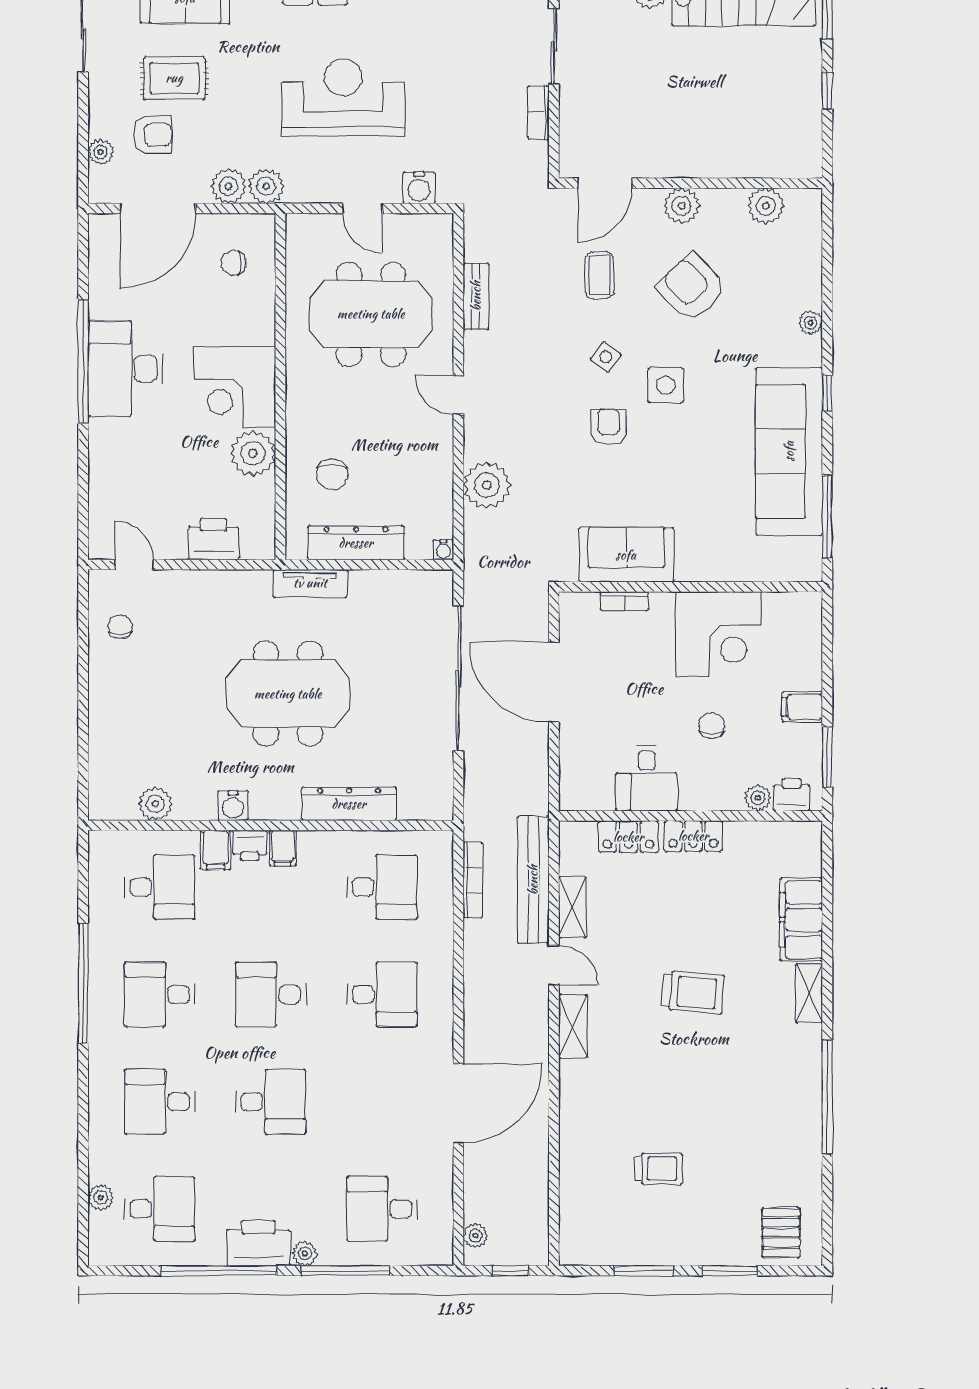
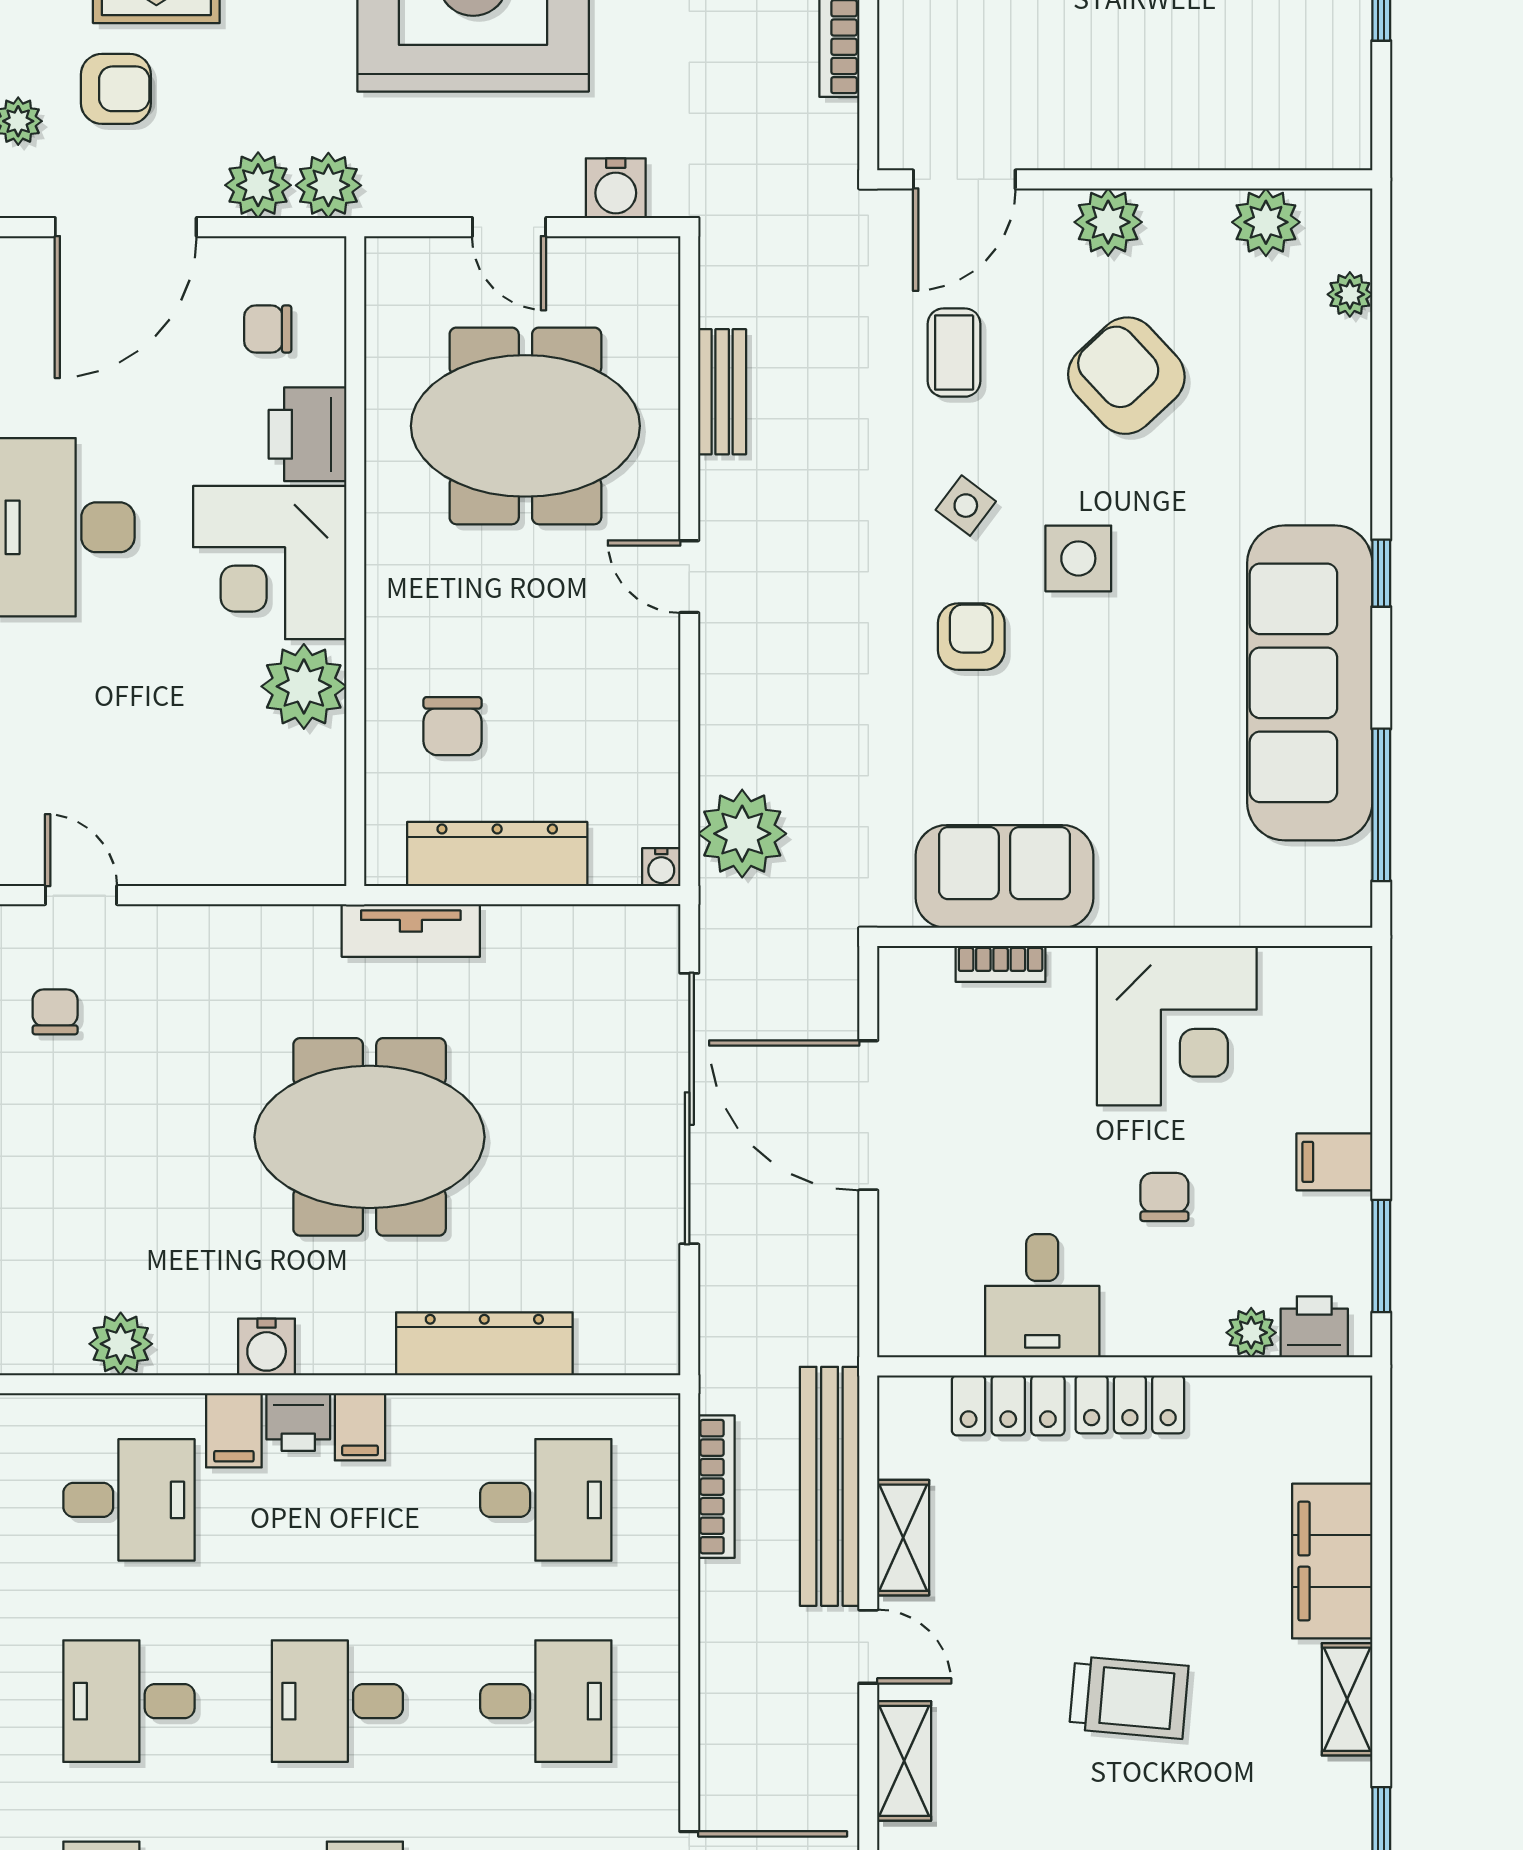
plant: (811, 323) -> (1350, 294), moved
plant: (487, 485) -> (742, 834), moved
printer: (213, 539) -> (308, 434), moved, turned -90

